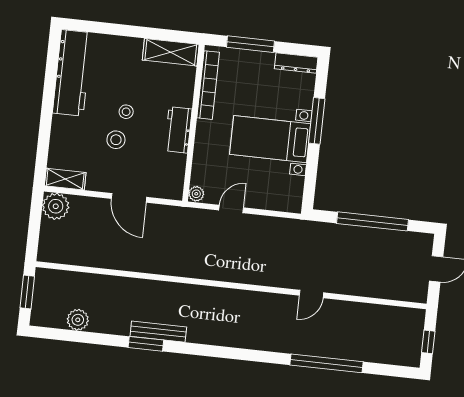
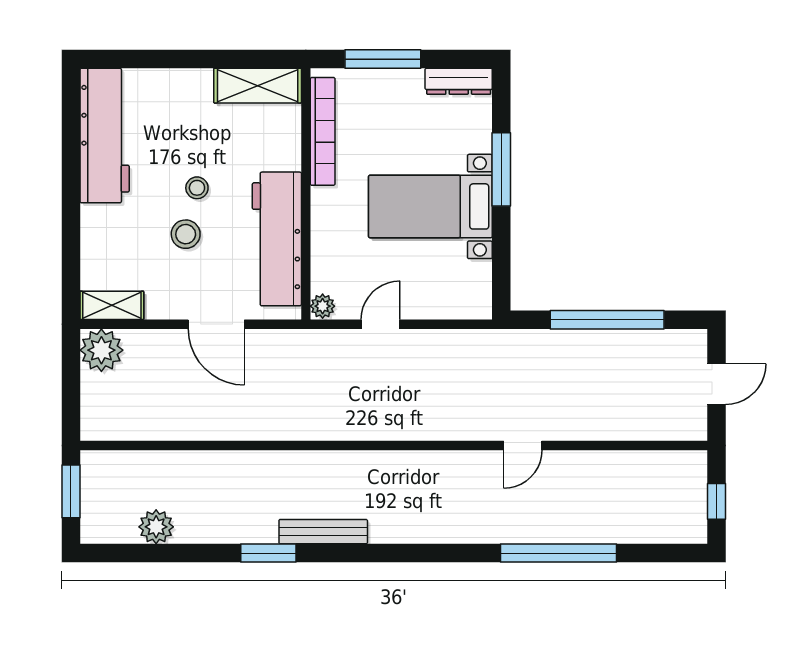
workbench: (178, 130) -> (277, 239), width x1.88, depth x1.32
bench: (158, 332) -> (323, 532), moved

